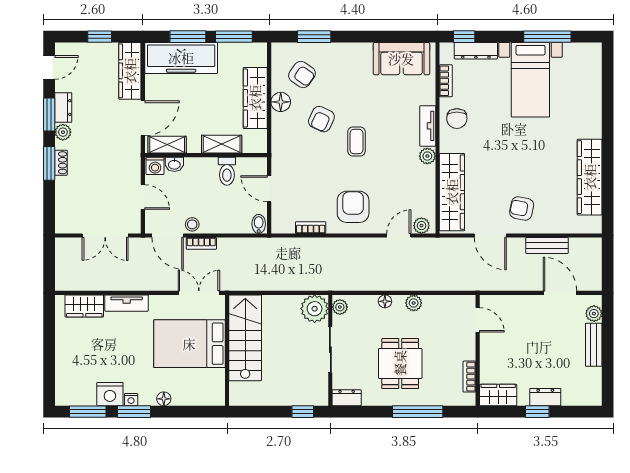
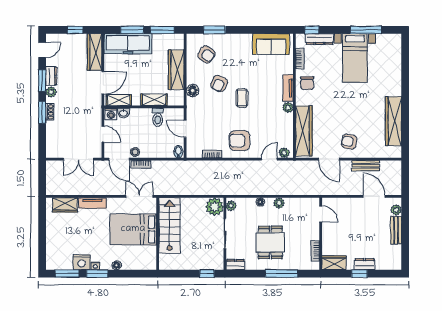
floor lamp: (281, 102) -> (193, 91), moved
armchair: (353, 207) -> (240, 141), turned -90

